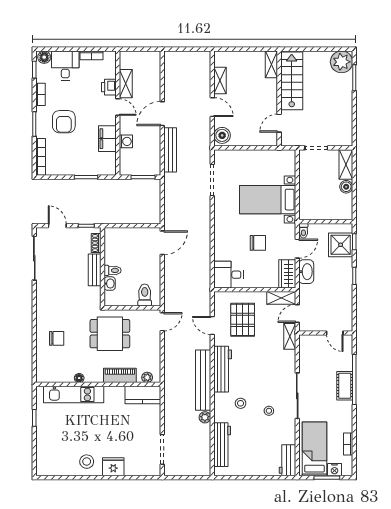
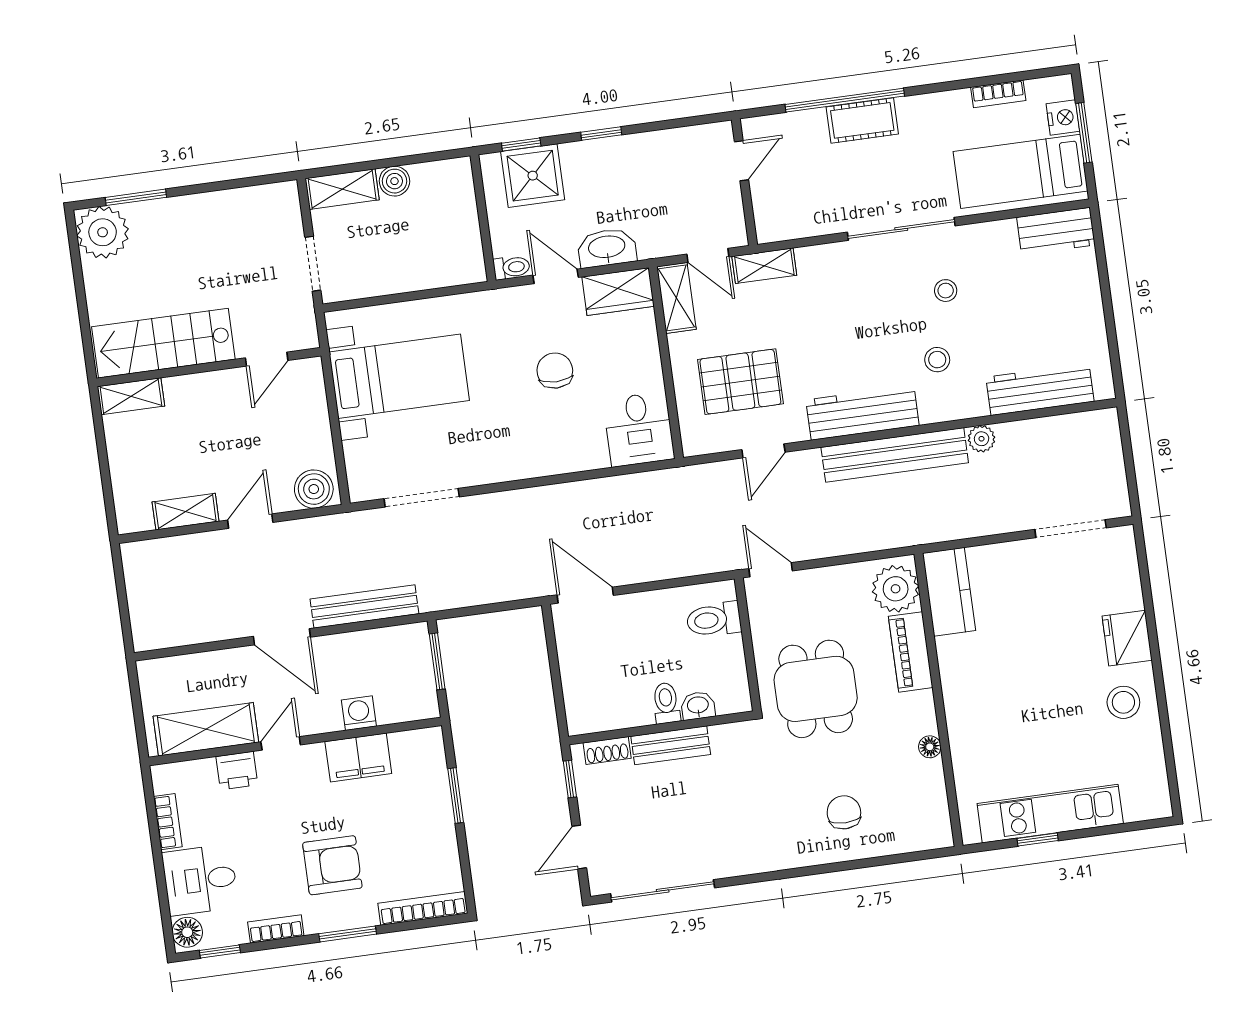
shelving: (126, 84) -> (206, 729), width x1.50, depth x1.33
door: (279, 123) -> (267, 359), hinge flipped
bed with nightstands: (268, 200) -> (399, 376), moved, turned -90
plant: (147, 377) -> (896, 589), width x1.87, depth x1.87
kitchen unit: (74, 395) -> (1050, 814), moved, turned -90

